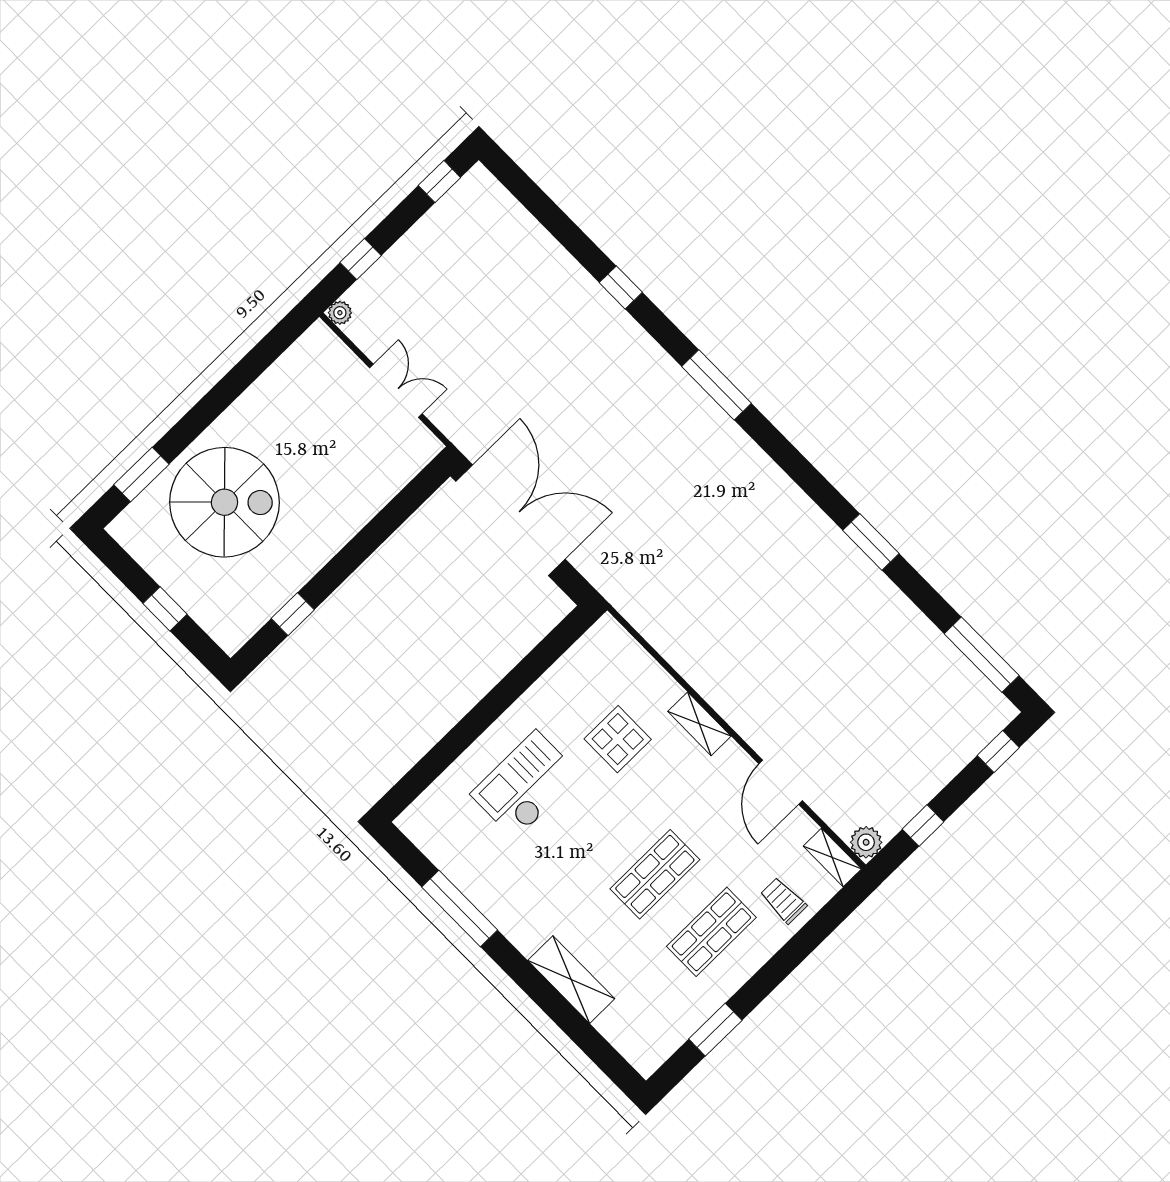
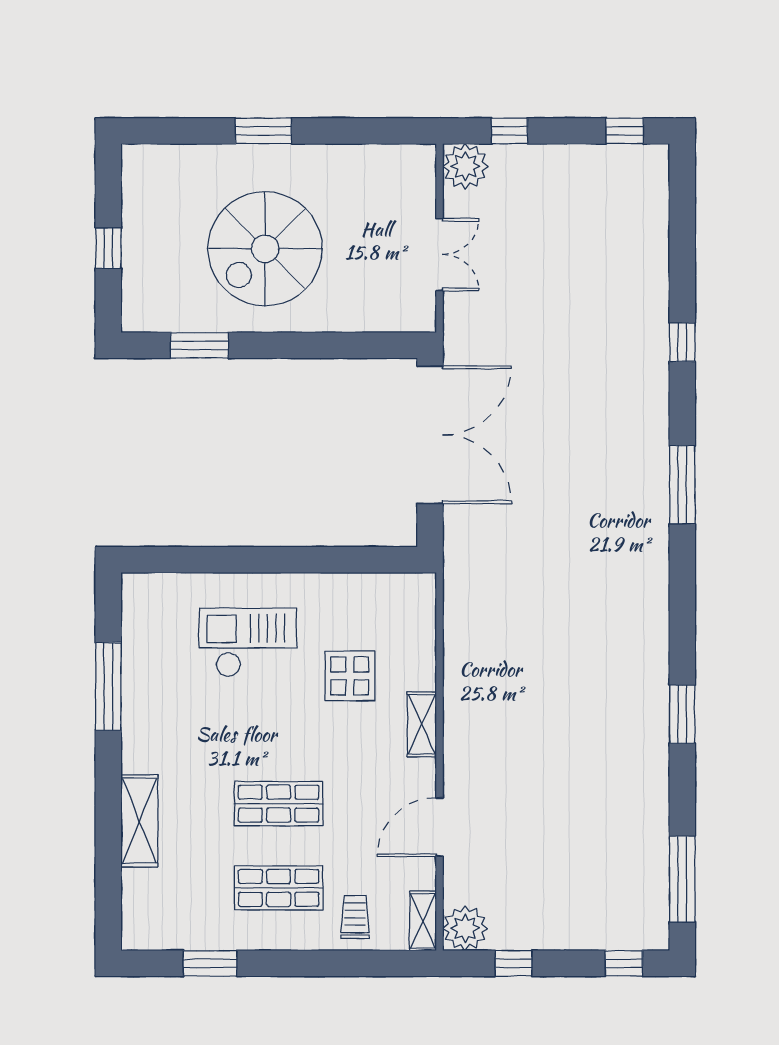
plant: (340, 313) -> (465, 166), width x1.87, depth x1.87
window: (141, 474) -> (263, 131), moved
spiral stairs: (224, 502) -> (265, 249), moved, turned 90
window: (293, 614) -> (199, 345), width x1.50
plant: (866, 842) -> (465, 928), width x1.36, depth x1.36

